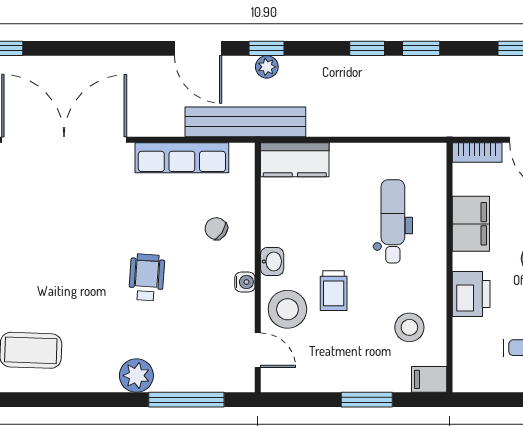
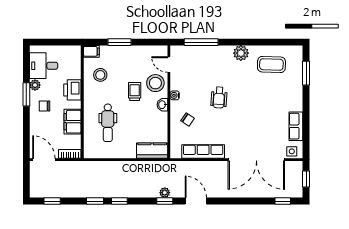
bench: (245, 122) -> (174, 168), removed
plant: (136, 376) -> (241, 53), moved

